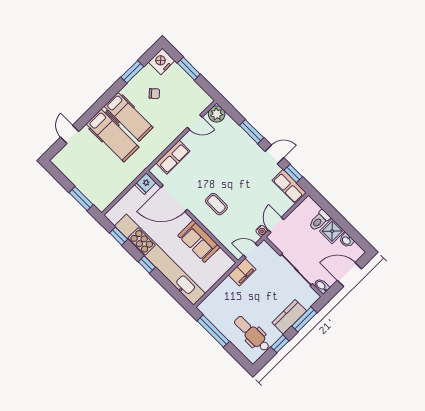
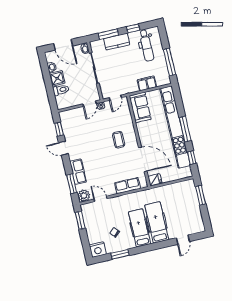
window: (189, 69) -> (80, 220), moved
window: (252, 132) -> (72, 184), moved
row of seats: (289, 187) -> (78, 172), moved
sofa: (199, 241) -> (140, 107), moved
door: (251, 250) -> (115, 98), hinge flipped
window: (147, 264) -> (185, 129), width x2.17
filing cabinet: (242, 272) -> (147, 83), moved

